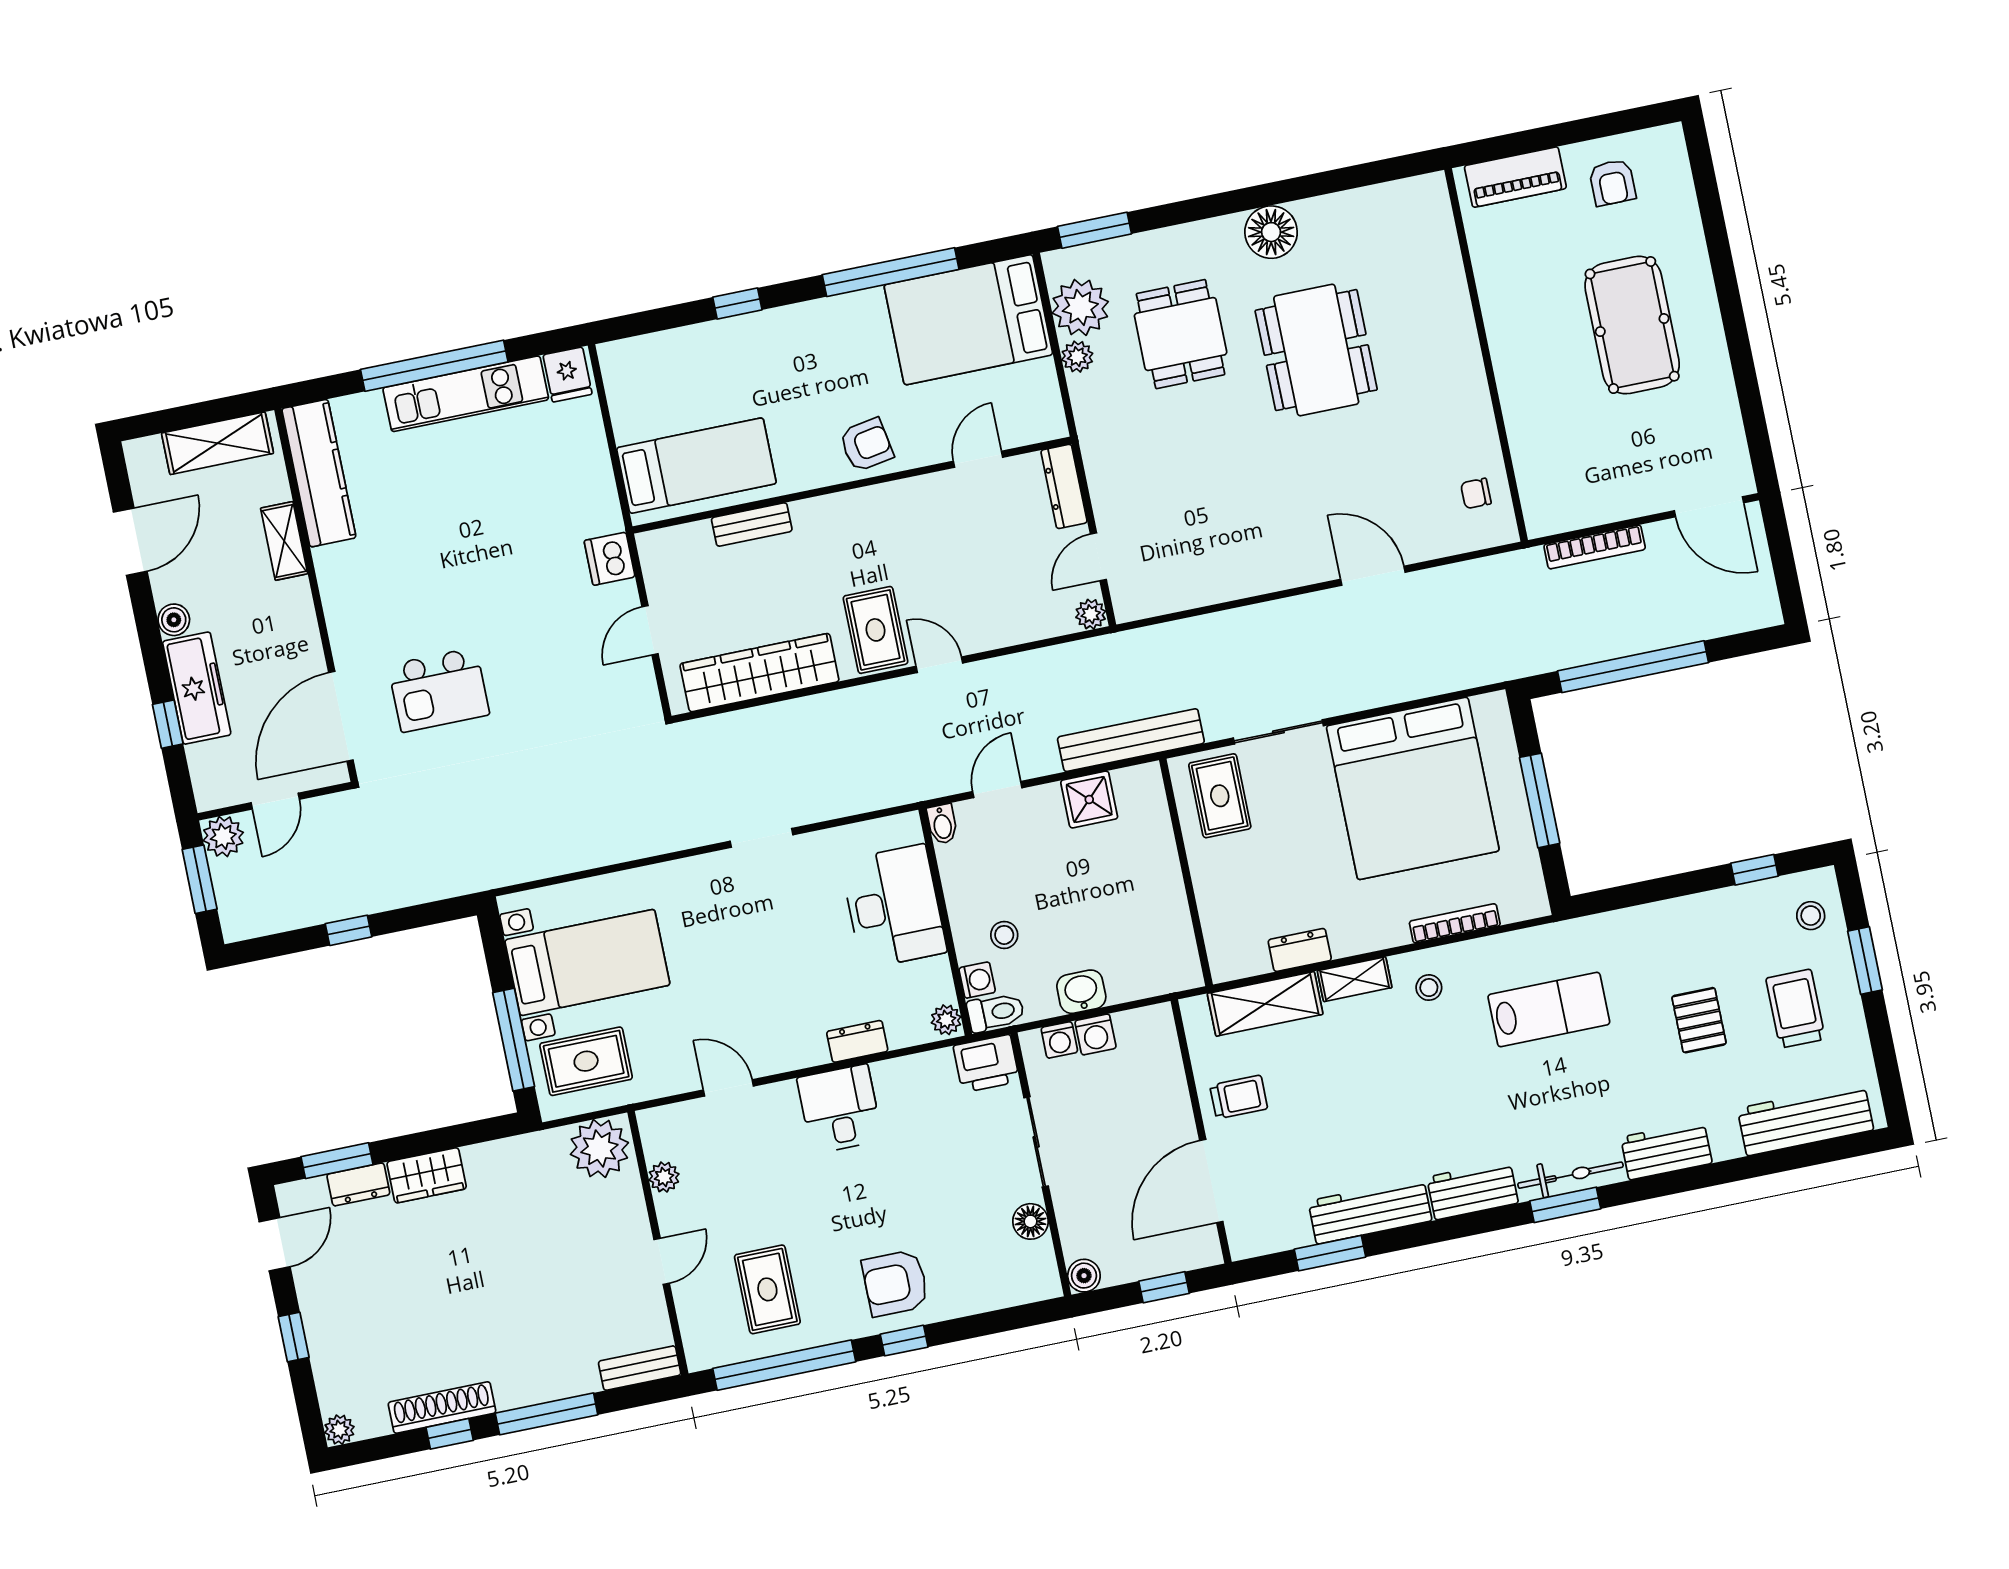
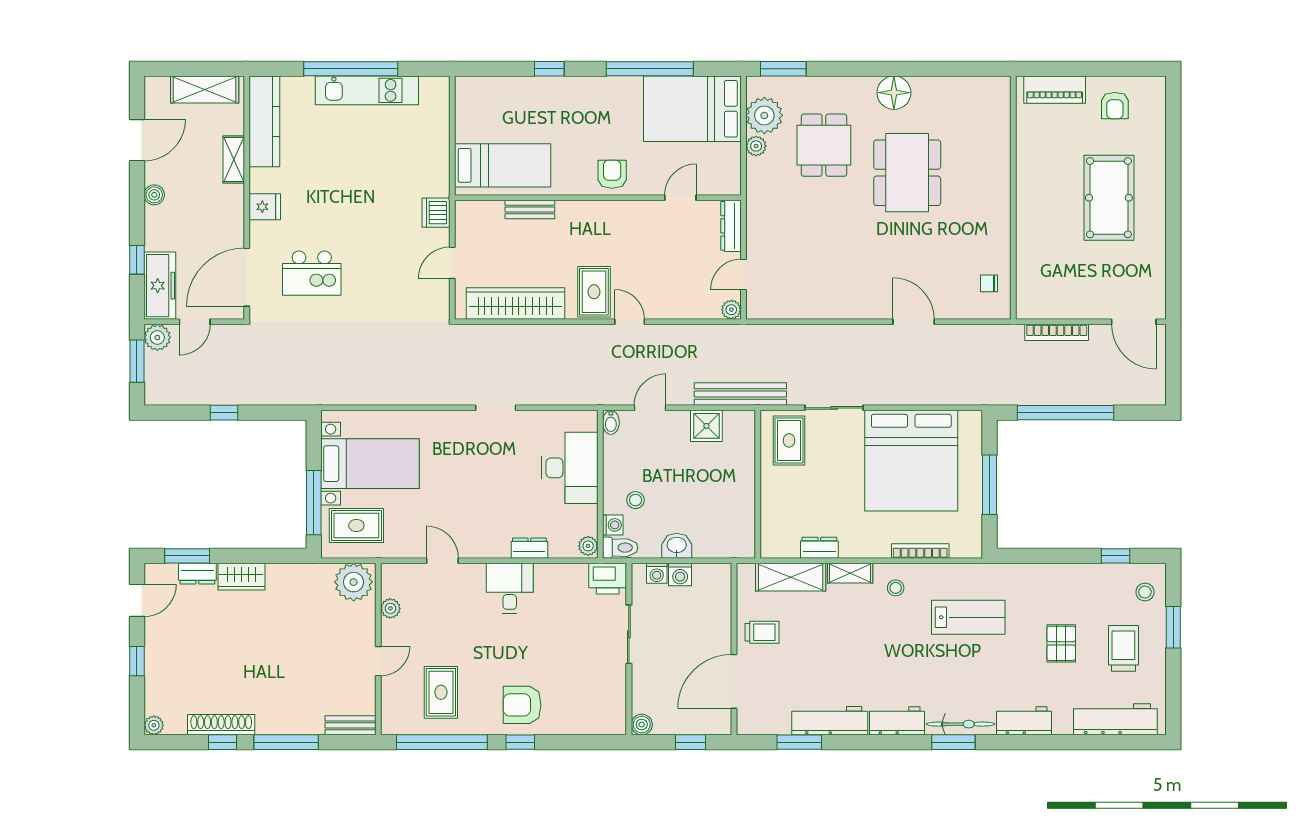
fridge: (568, 375) -> (265, 207), moved, turned -90
armchair: (866, 445) -> (612, 174), turned -80
freezer: (197, 688) -> (160, 286), moved
floor lamp: (1030, 1221) -> (615, 684), removed

